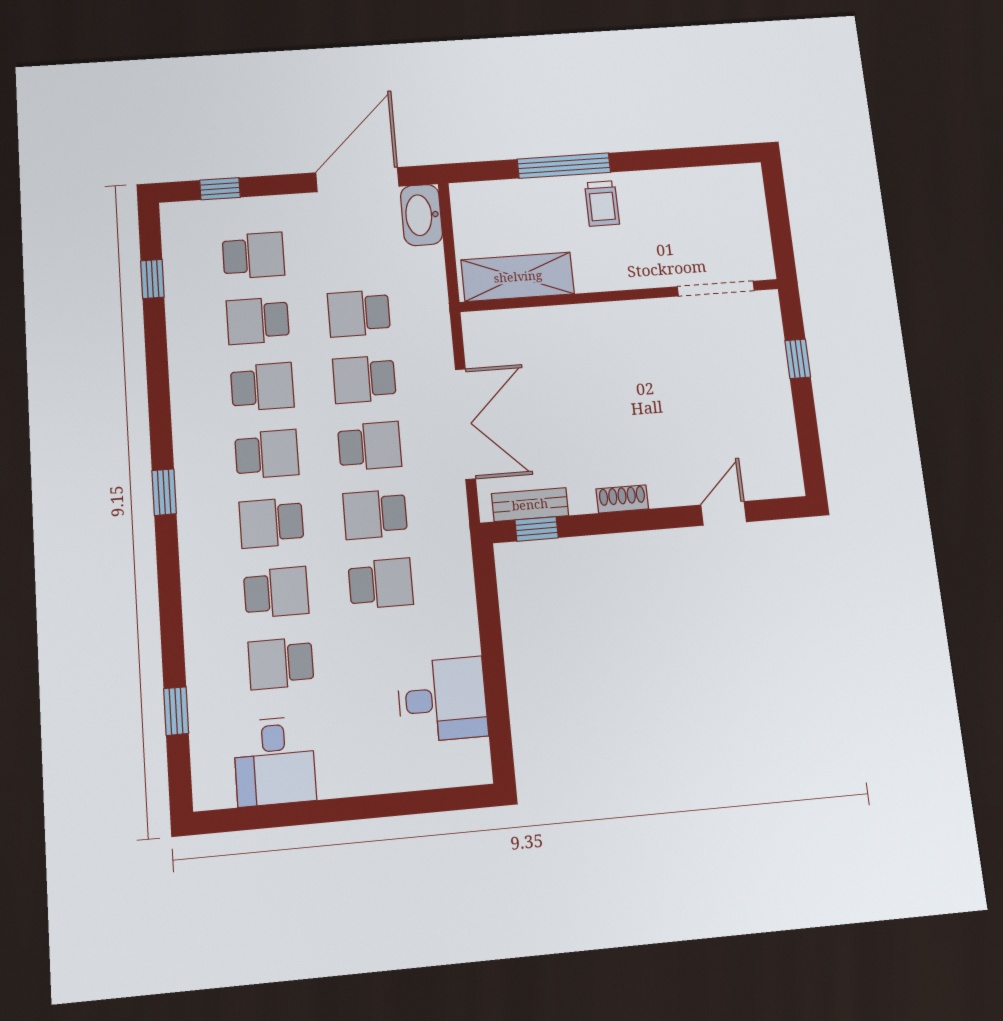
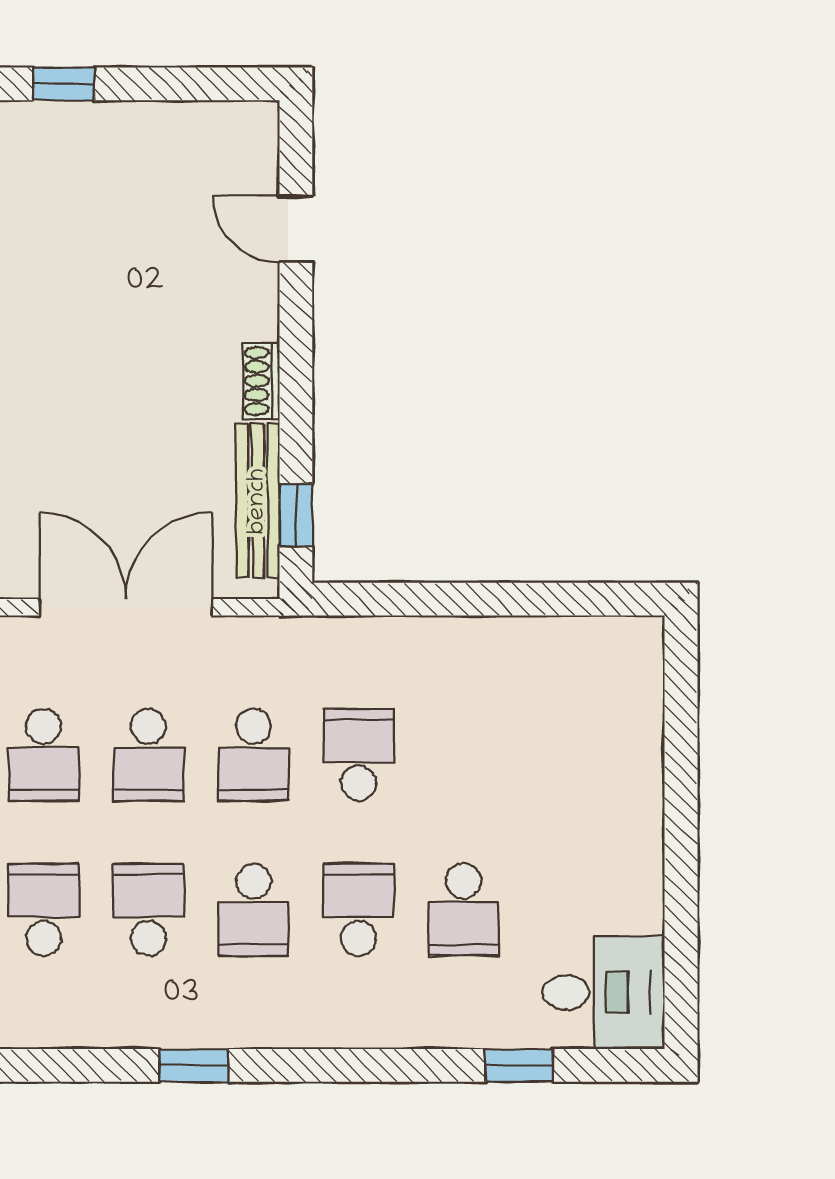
school desk: (370, 446) -> (149, 755), turned 180
bench: (530, 505) -> (258, 501), width x1.36
desk: (442, 700) -> (537, 679), removed
desk: (275, 761) -> (604, 993), moved

